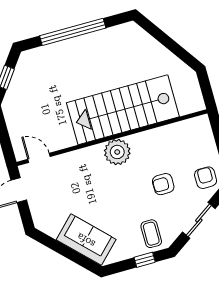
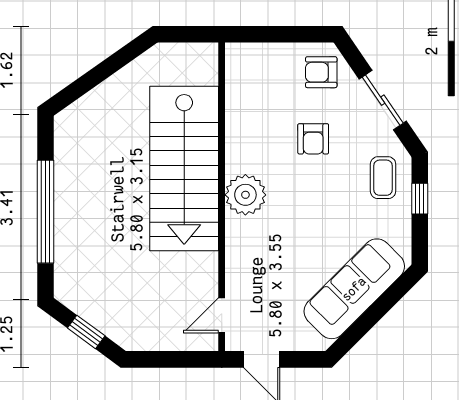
coffee table: (151, 234) -> (383, 178), turned 90
sofa: (86, 240) -> (354, 289), width x1.36

